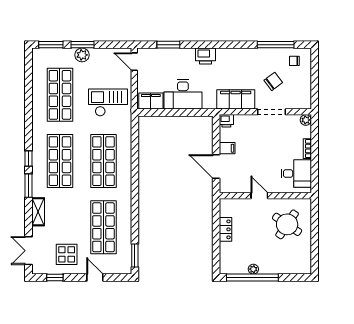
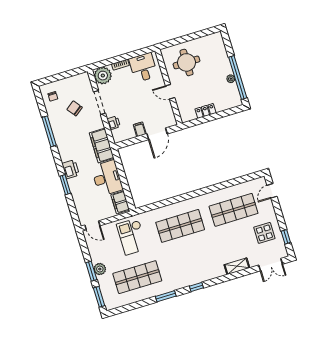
window: (168, 45) -> (65, 185), moved
window: (276, 45) -> (49, 131), moved
door: (134, 62) -> (92, 225), hinge flipped
filing cabinet: (236, 99) -> (102, 146), moved
plant: (306, 120) -> (103, 76), width x1.88, depth x1.88
printer: (226, 121) -> (114, 123), moved
shop shelf: (60, 161) -> (191, 261), removed
window: (28, 186) -> (166, 296), moved
door: (259, 196) -> (170, 92), hinge flipped
round table: (287, 224) -> (186, 62), turned -34
window: (135, 255) -> (249, 178), removed
door: (95, 277) -> (272, 191), moved

